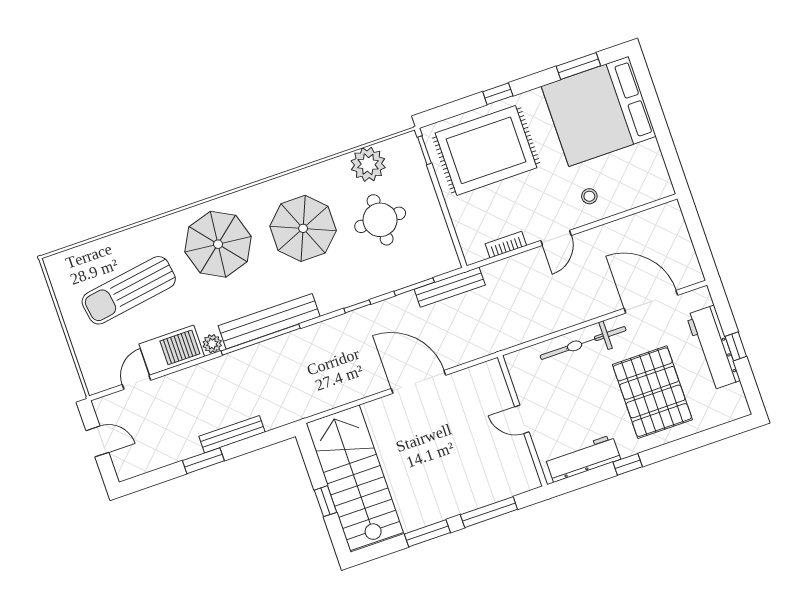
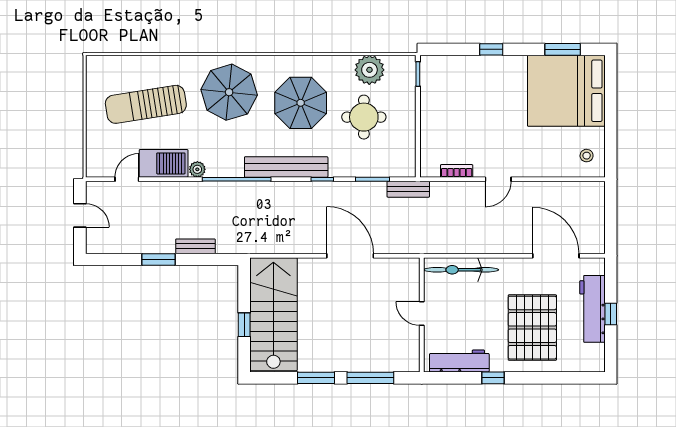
rug: (486, 150) -> (467, 91), removed
stool: (589, 196) -> (587, 156), moved
bench: (450, 287) -> (408, 189), width x0.73
bench: (269, 321) -> (286, 167), moved
bicycle: (583, 343) -> (461, 270), moved
bench: (232, 434) -> (195, 246), width x0.73

